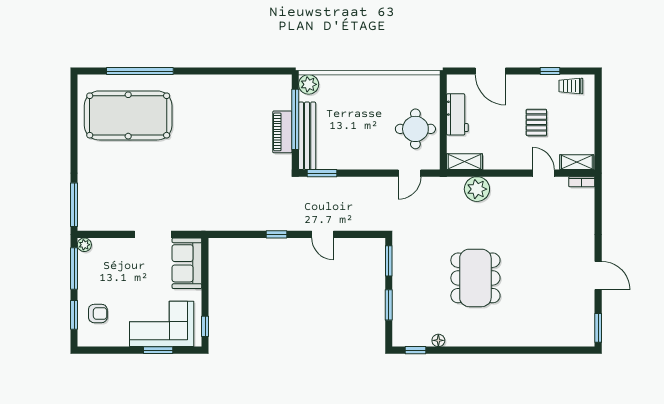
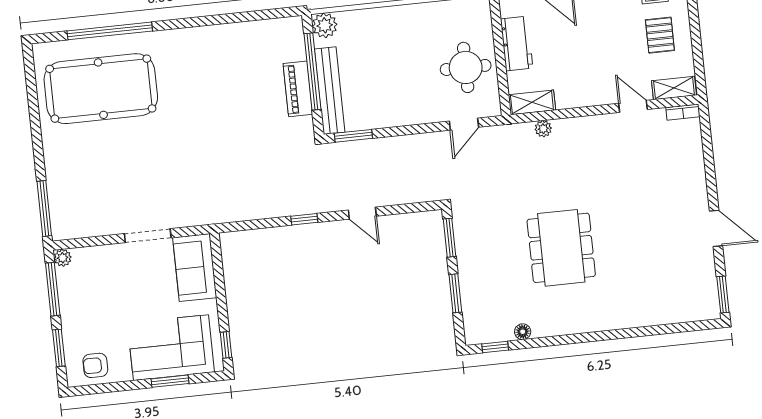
pallet: (536, 122) -> (660, 35), moved
plant: (477, 189) -> (543, 129), width x0.53, depth x0.53
armchair: (98, 313) -> (95, 365), moved, turned 180

